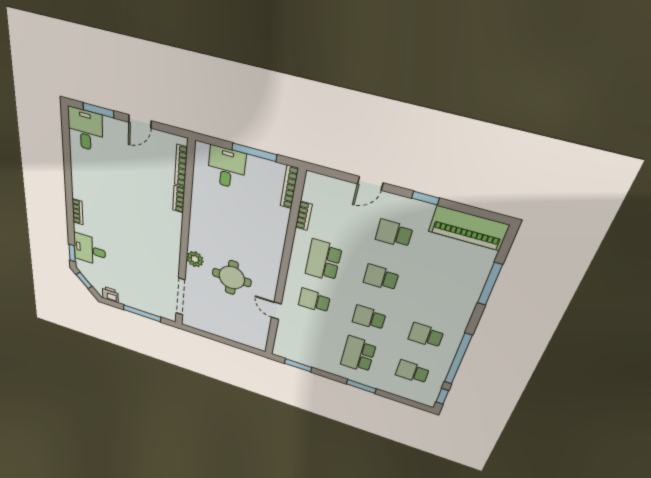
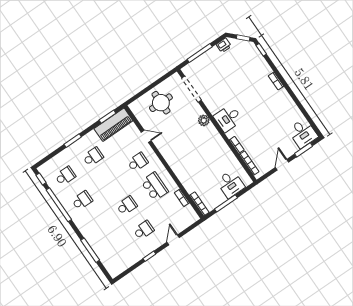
piano: (468, 228) -> (113, 125), moved, turned 180
desk: (90, 250) -> (228, 118), moved, turned 180
round table: (232, 278) -> (161, 103), moved
school desk: (369, 318) -> (110, 181), removed
school desk: (358, 354) -> (93, 157), width x0.54

